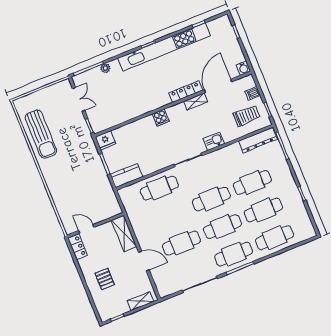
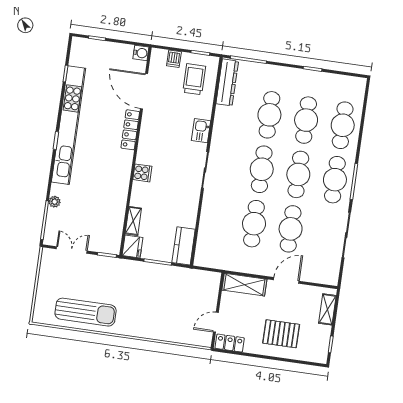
shelving: (195, 102) -> (133, 221), moved
cafe table: (159, 188) -> (254, 224), moved
pallet: (105, 279) -> (281, 334), width x1.50, depth x1.42

